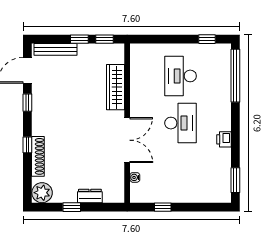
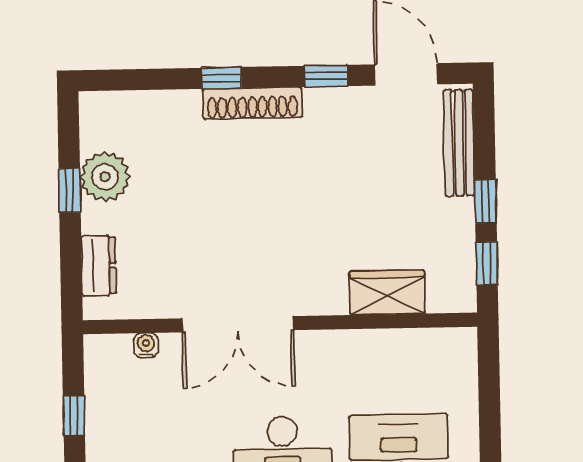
wardrobe: (115, 87) -> (387, 293), width x0.67
shoe rack: (38, 156) -> (252, 103), moved
plant: (42, 193) -> (105, 177), moved
dresser: (90, 196) -> (99, 266), moved

